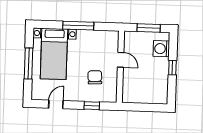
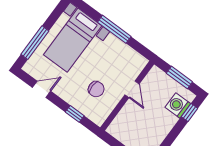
window: (29, 64) -> (35, 43), moved
window: (172, 68) -> (189, 113), moved
chair: (95, 77) -> (96, 89), turned 93

